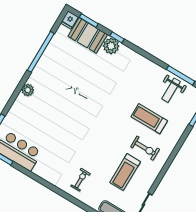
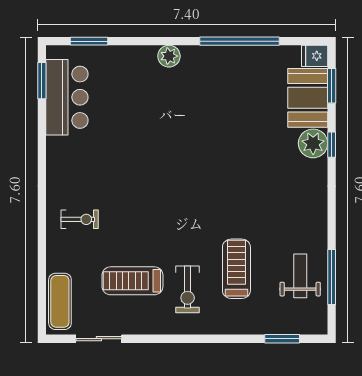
weight bench: (171, 90) -> (300, 276), turned 90

